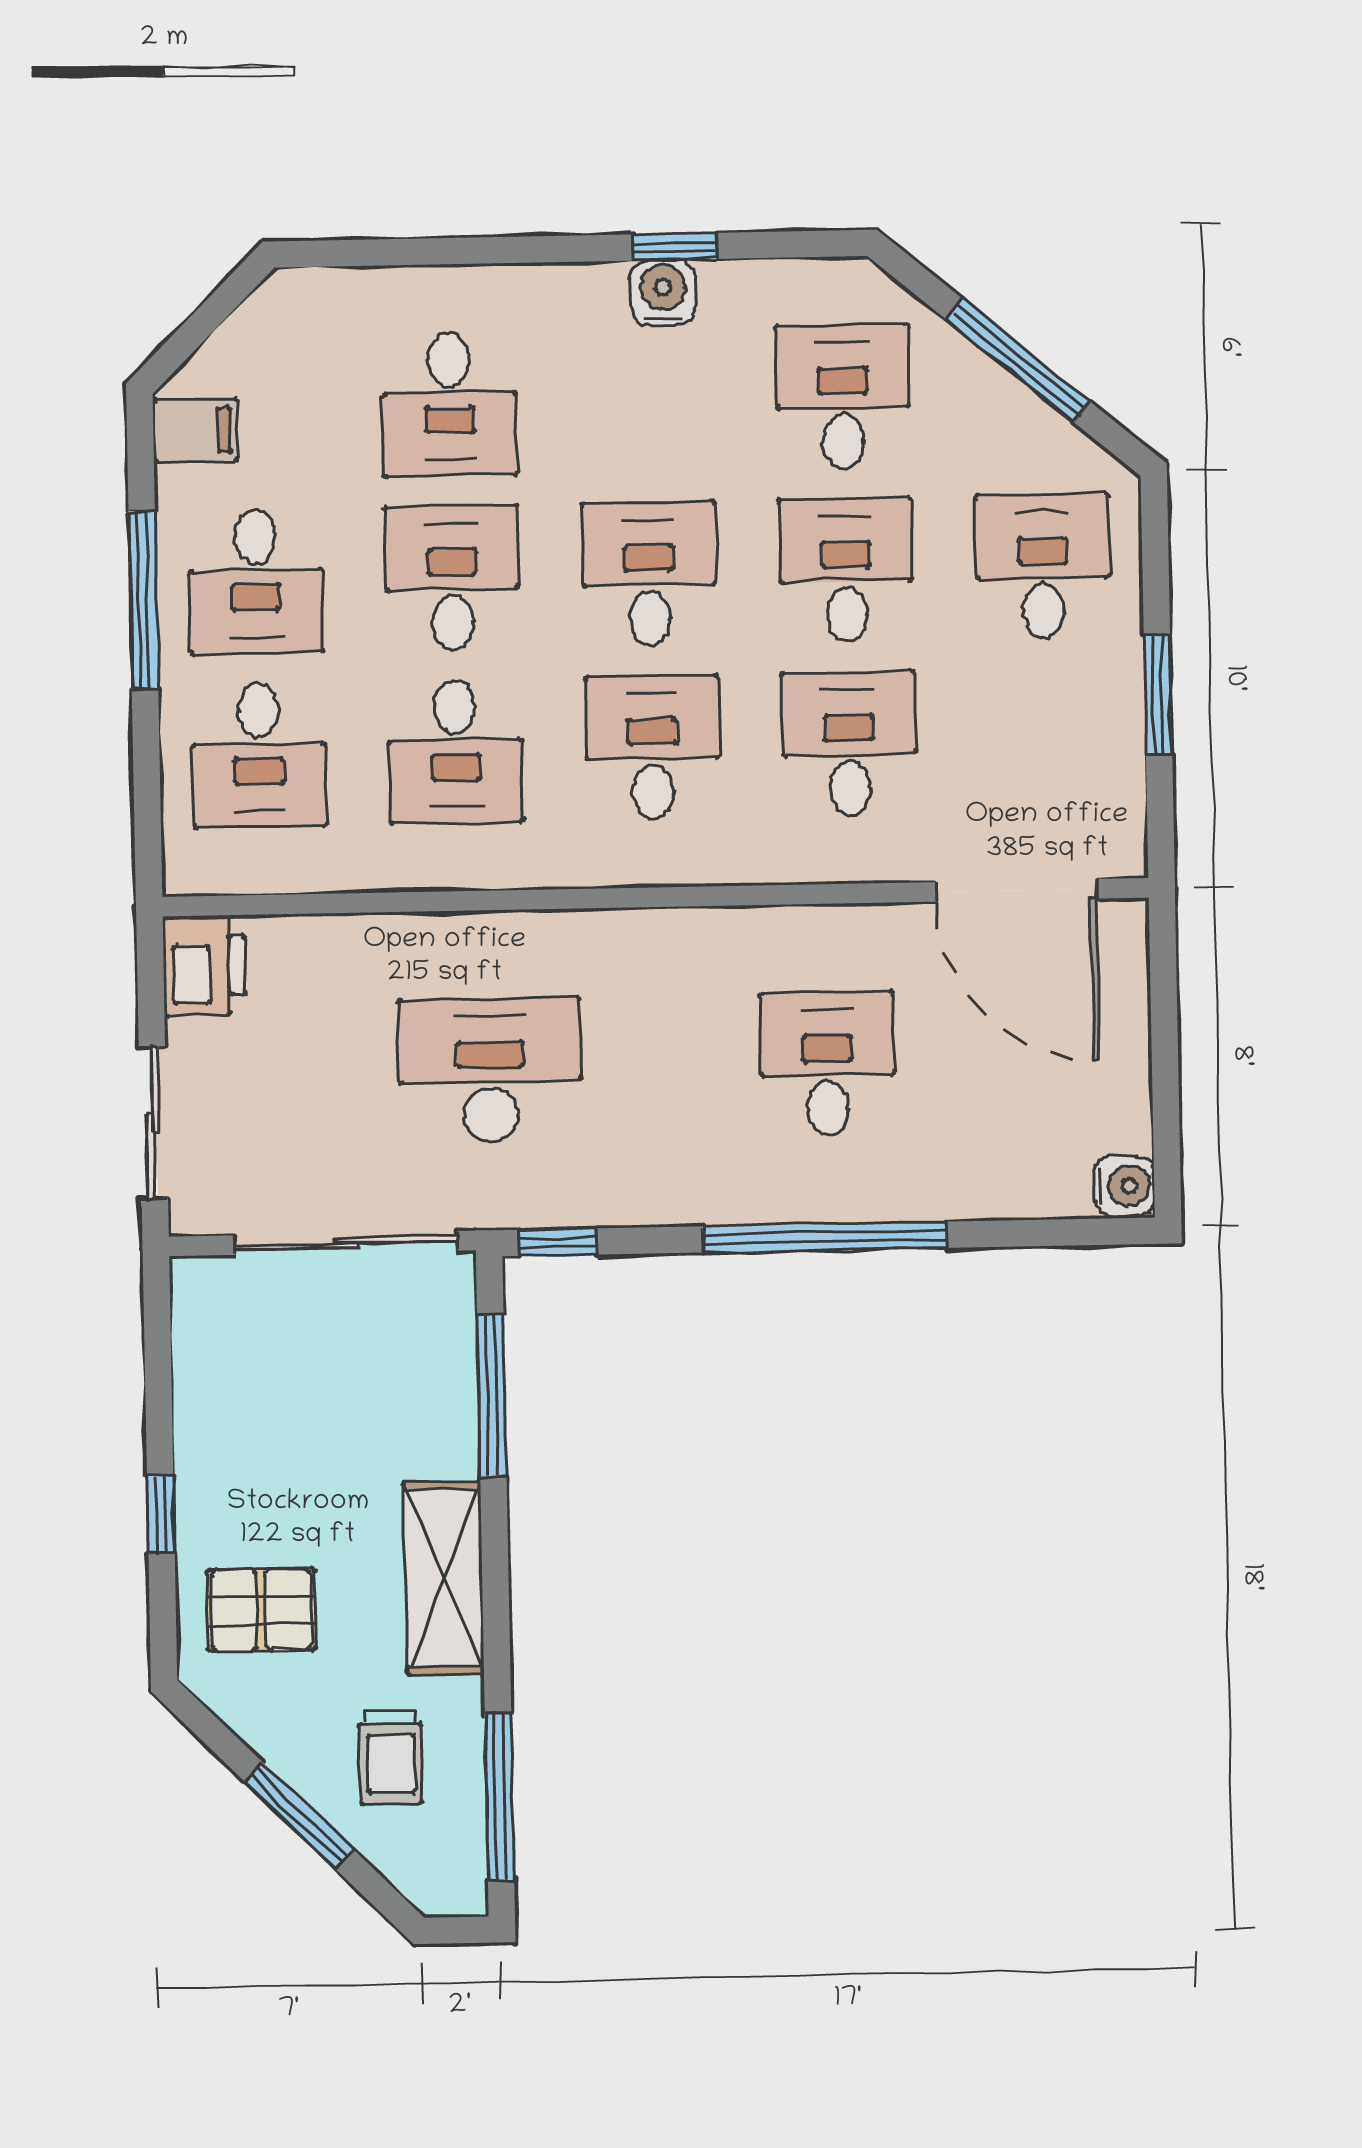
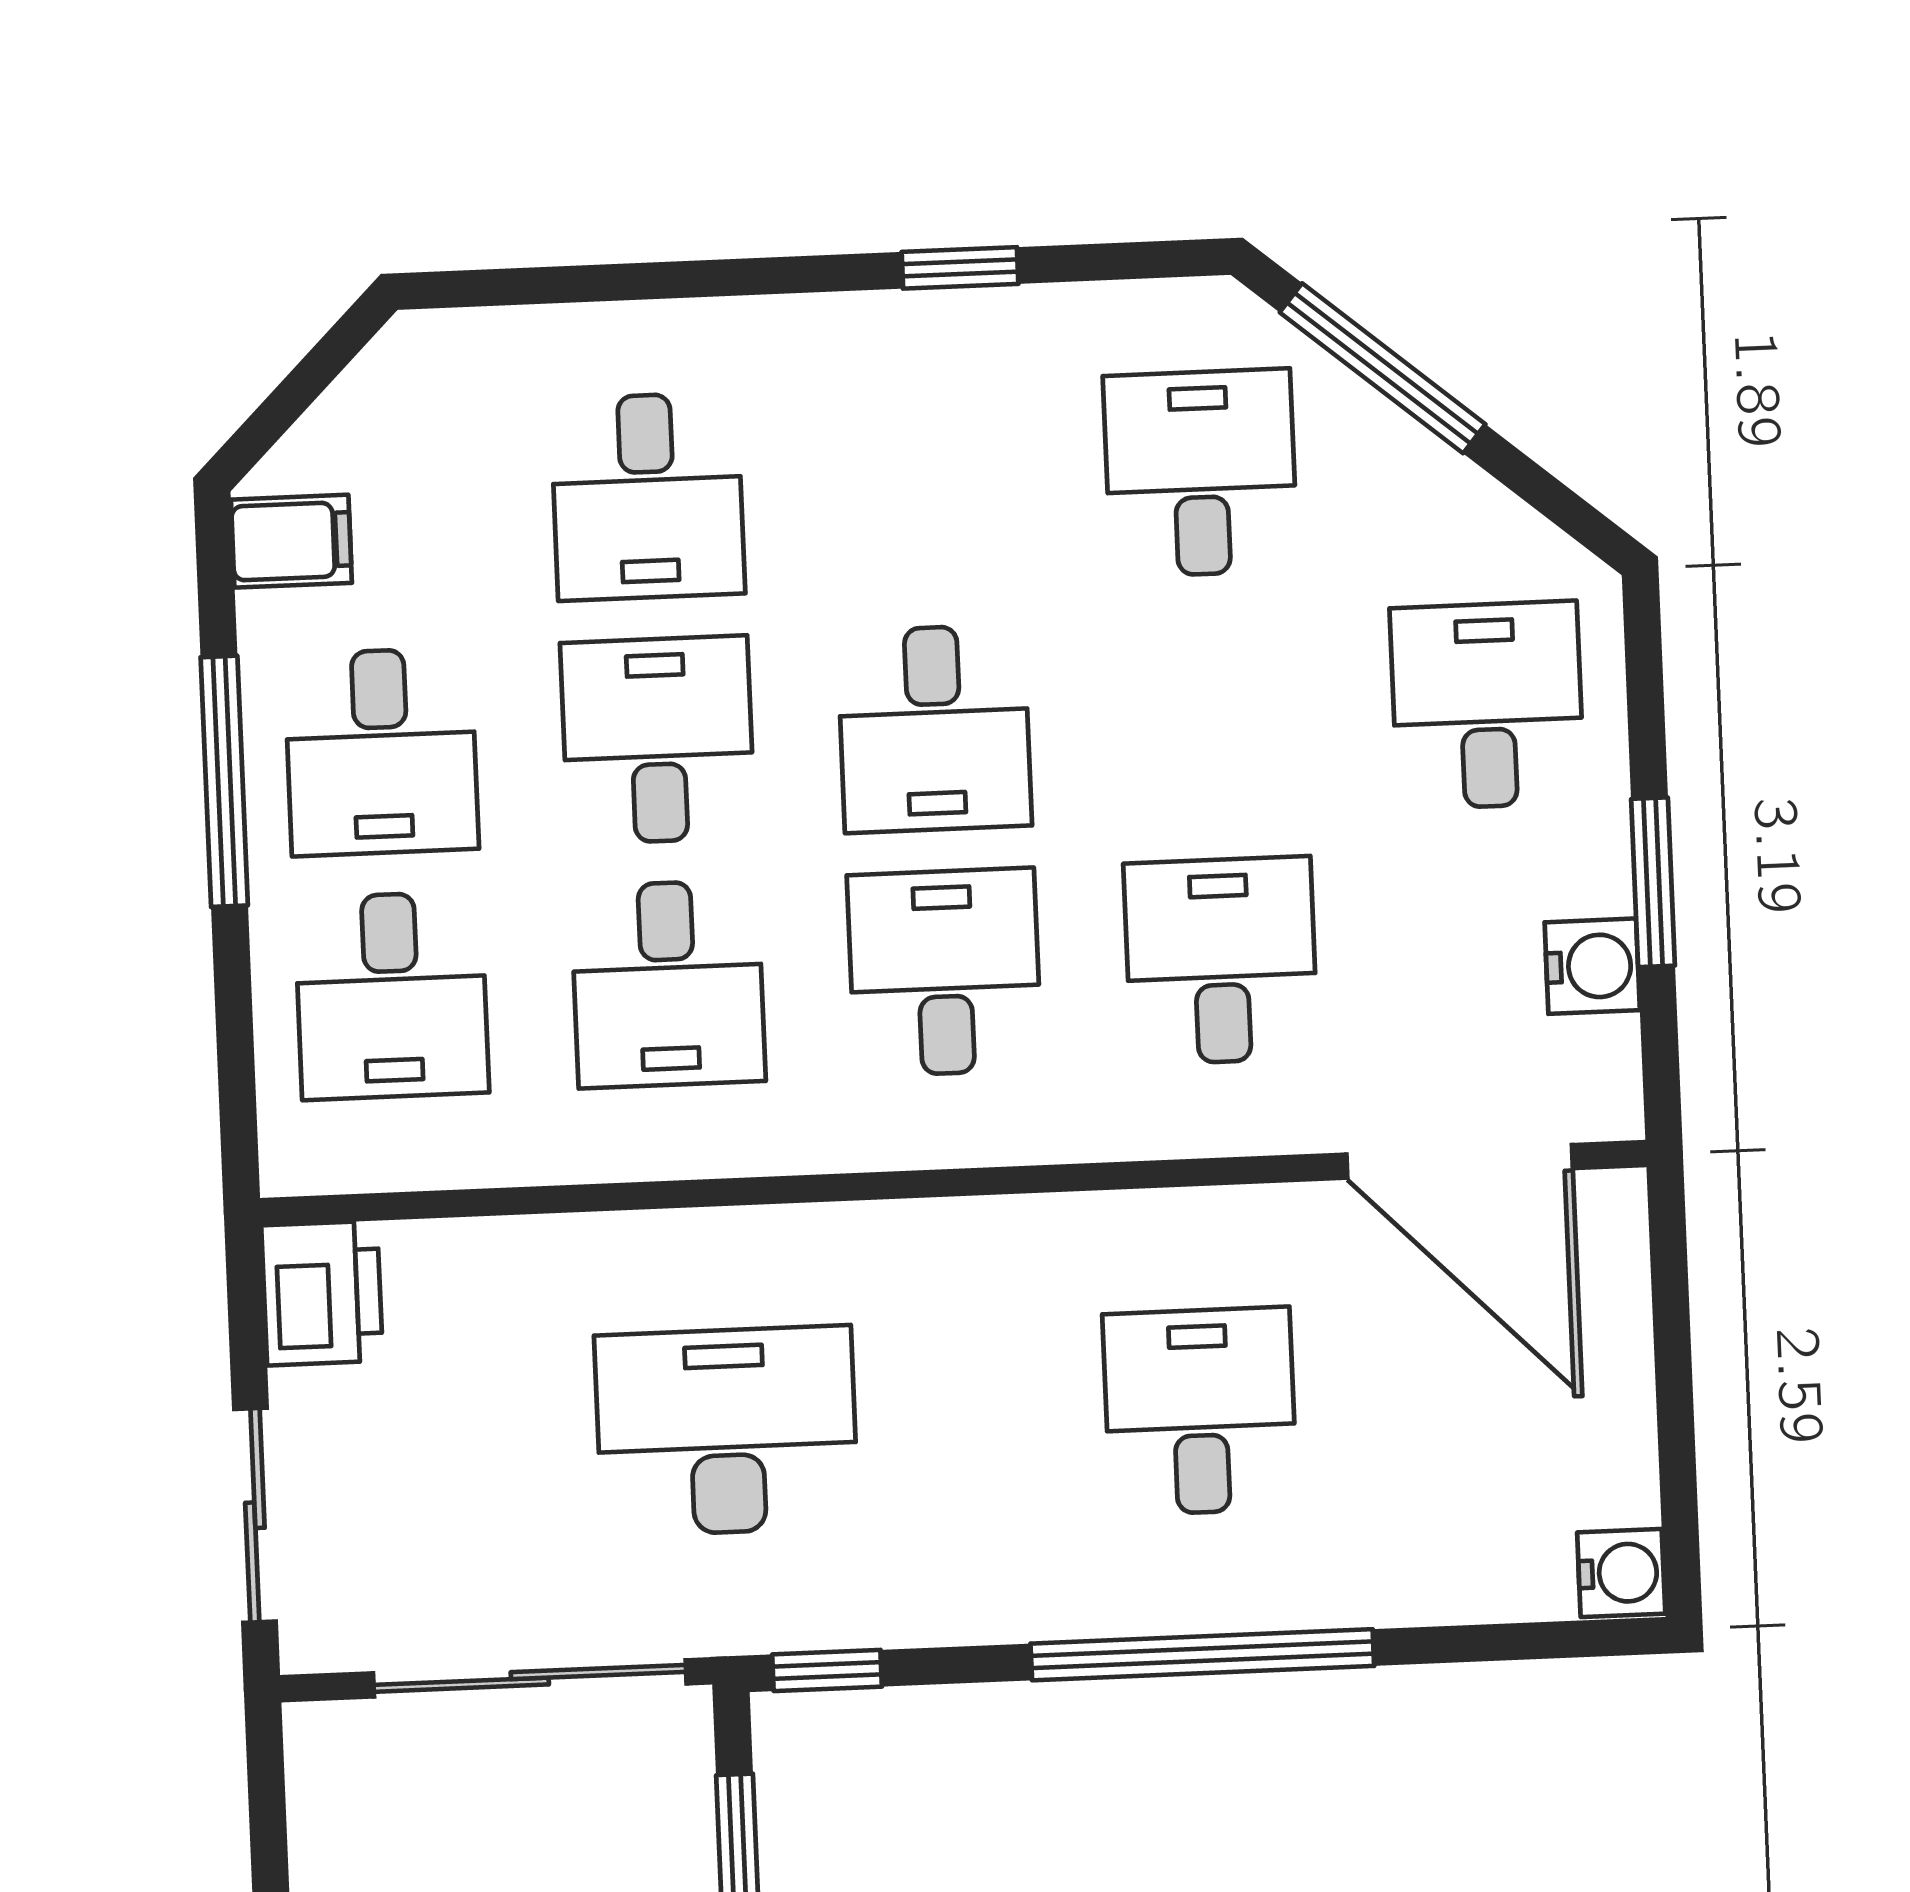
water cooler: (663, 293) -> (1592, 966), moved, turned 90
window: (1018, 360) -> (1383, 368), moved
desk: (846, 570) -> (1211, 717), removed
desk: (649, 574) -> (934, 728), turned 180

